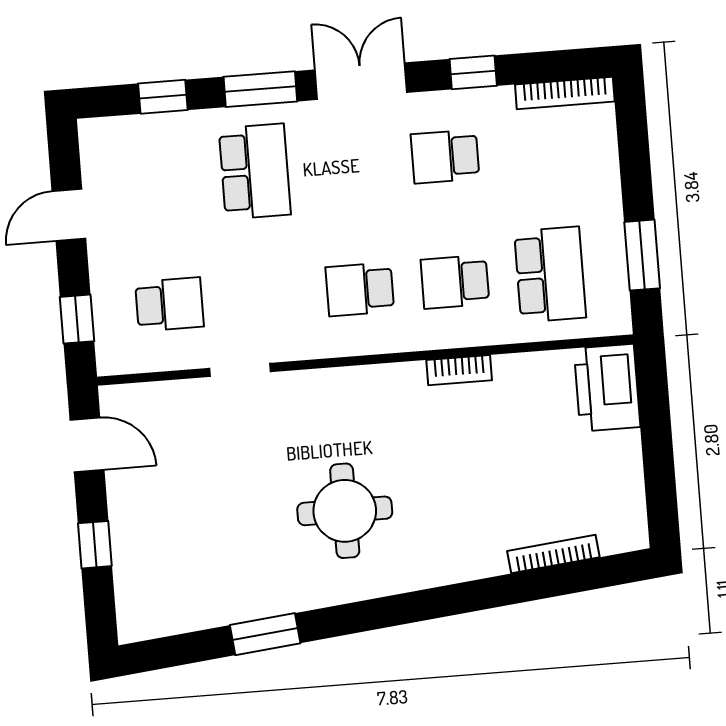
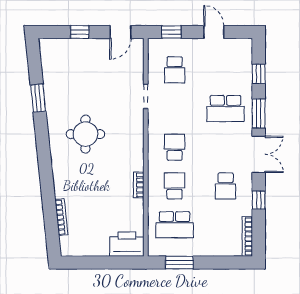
school desk: (445, 156) -> (226, 186), turned 180

